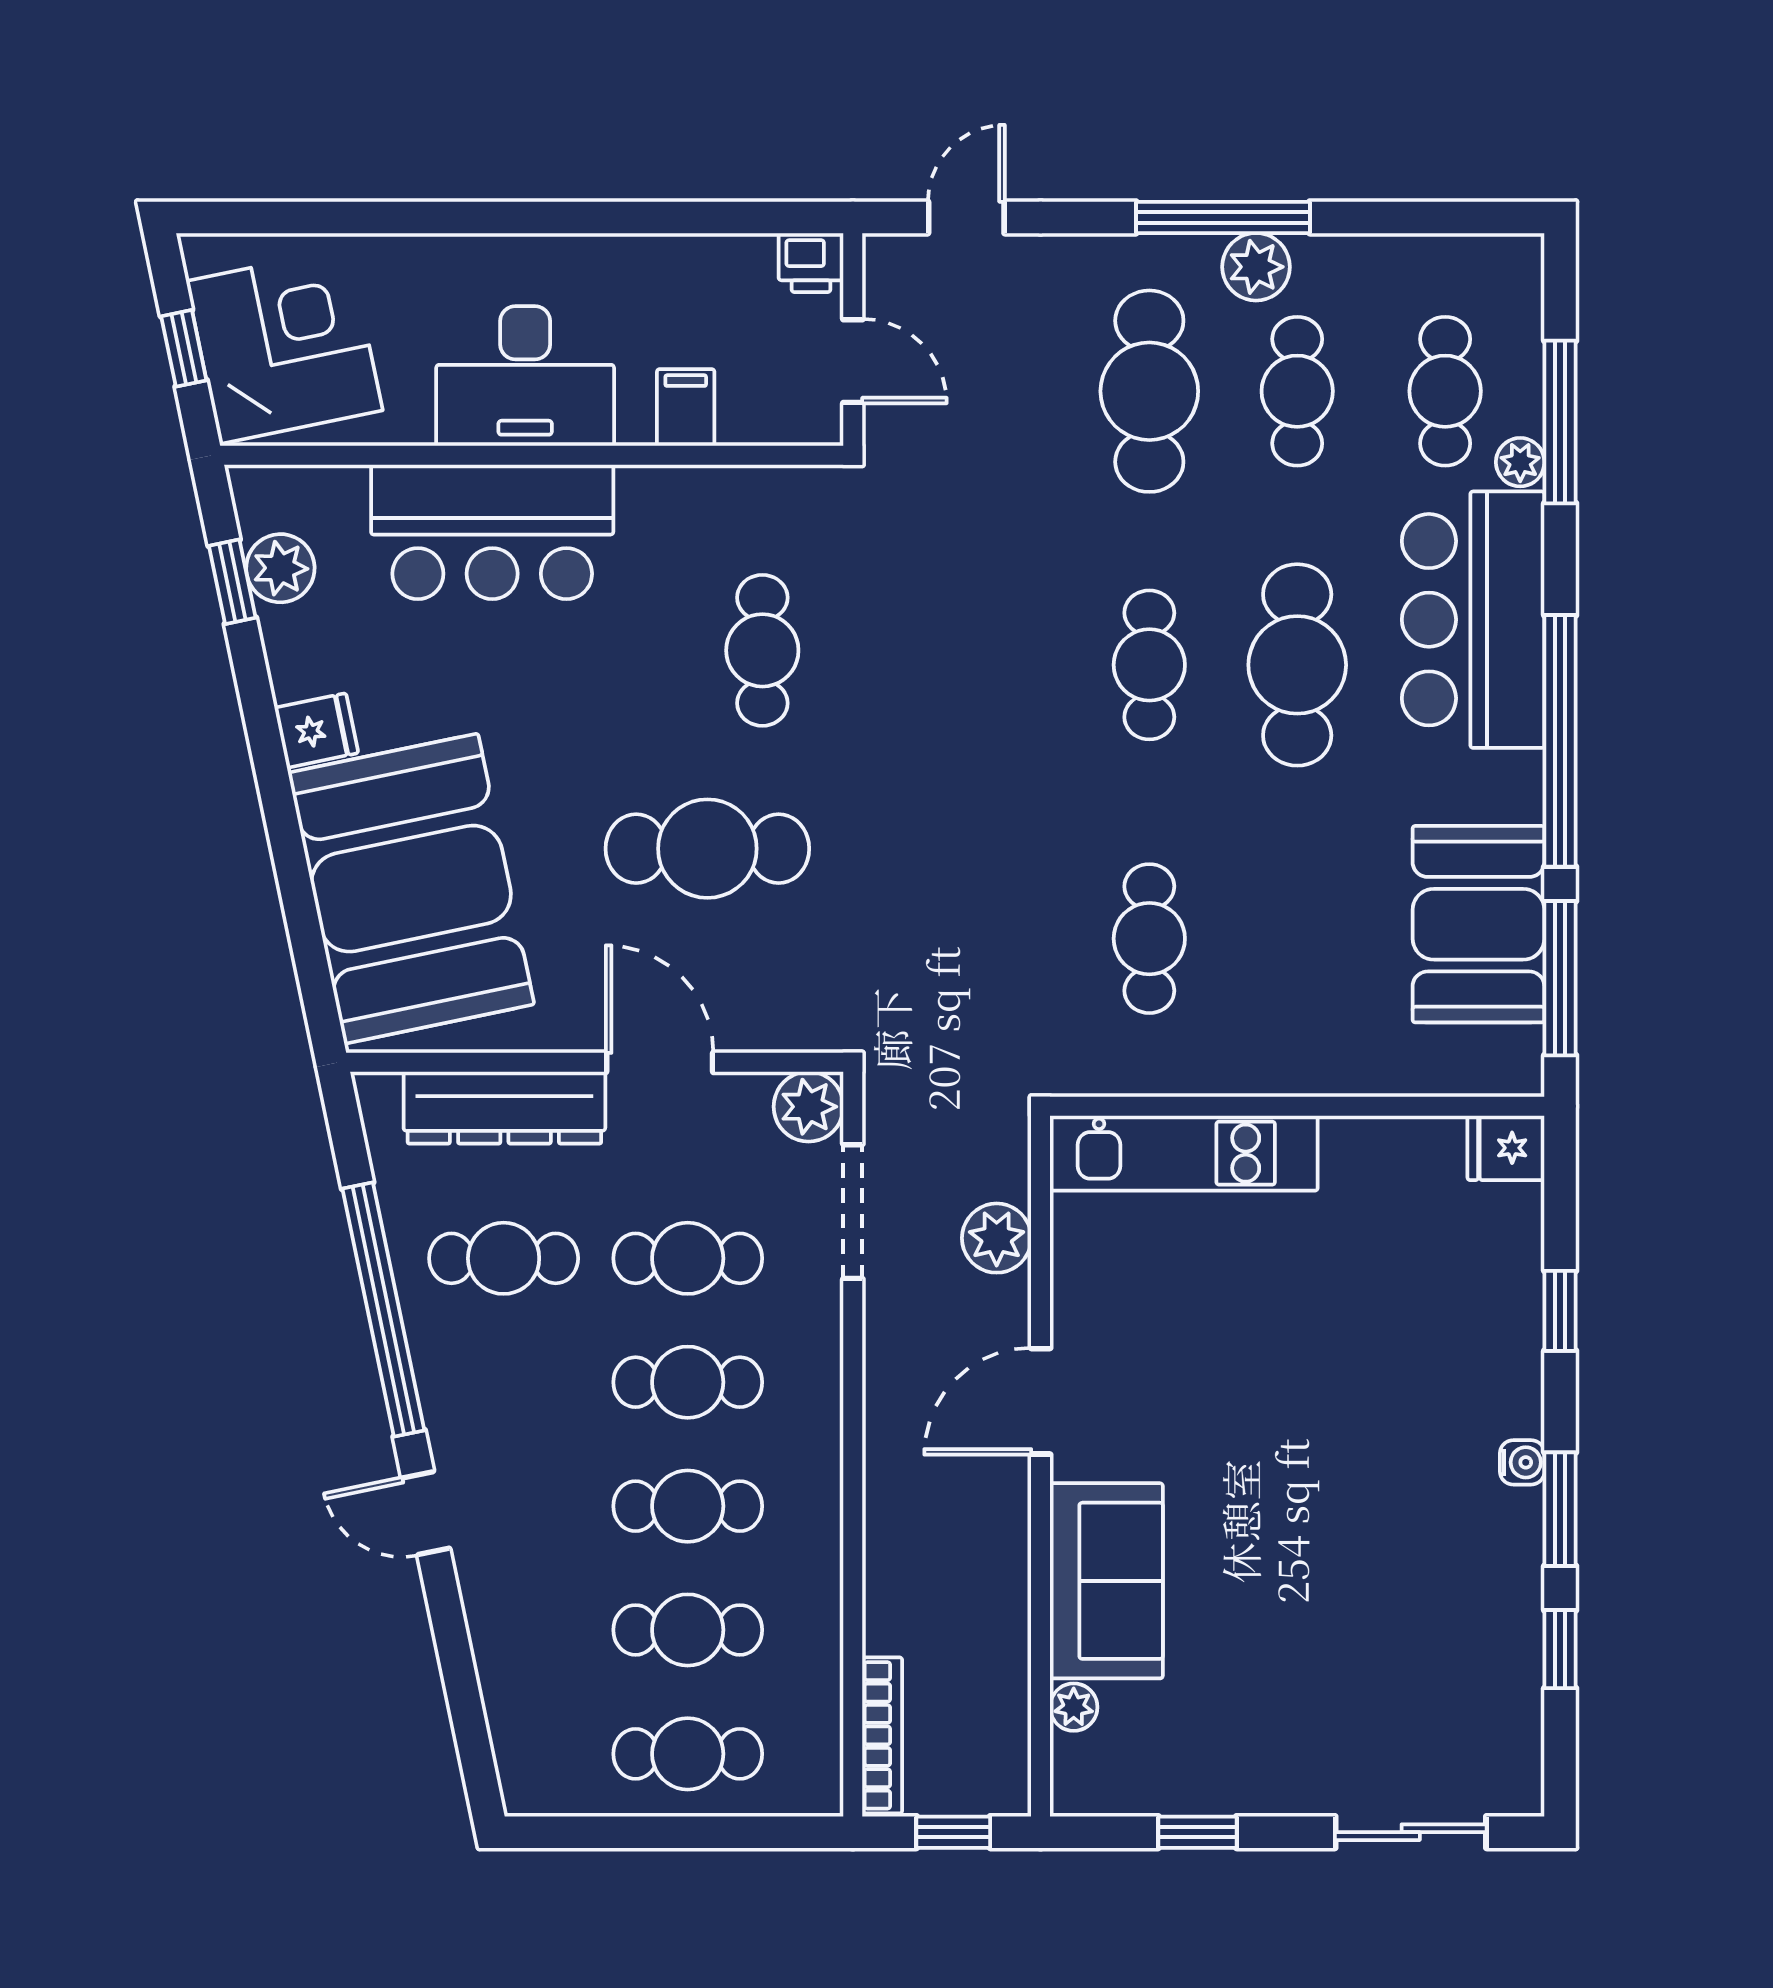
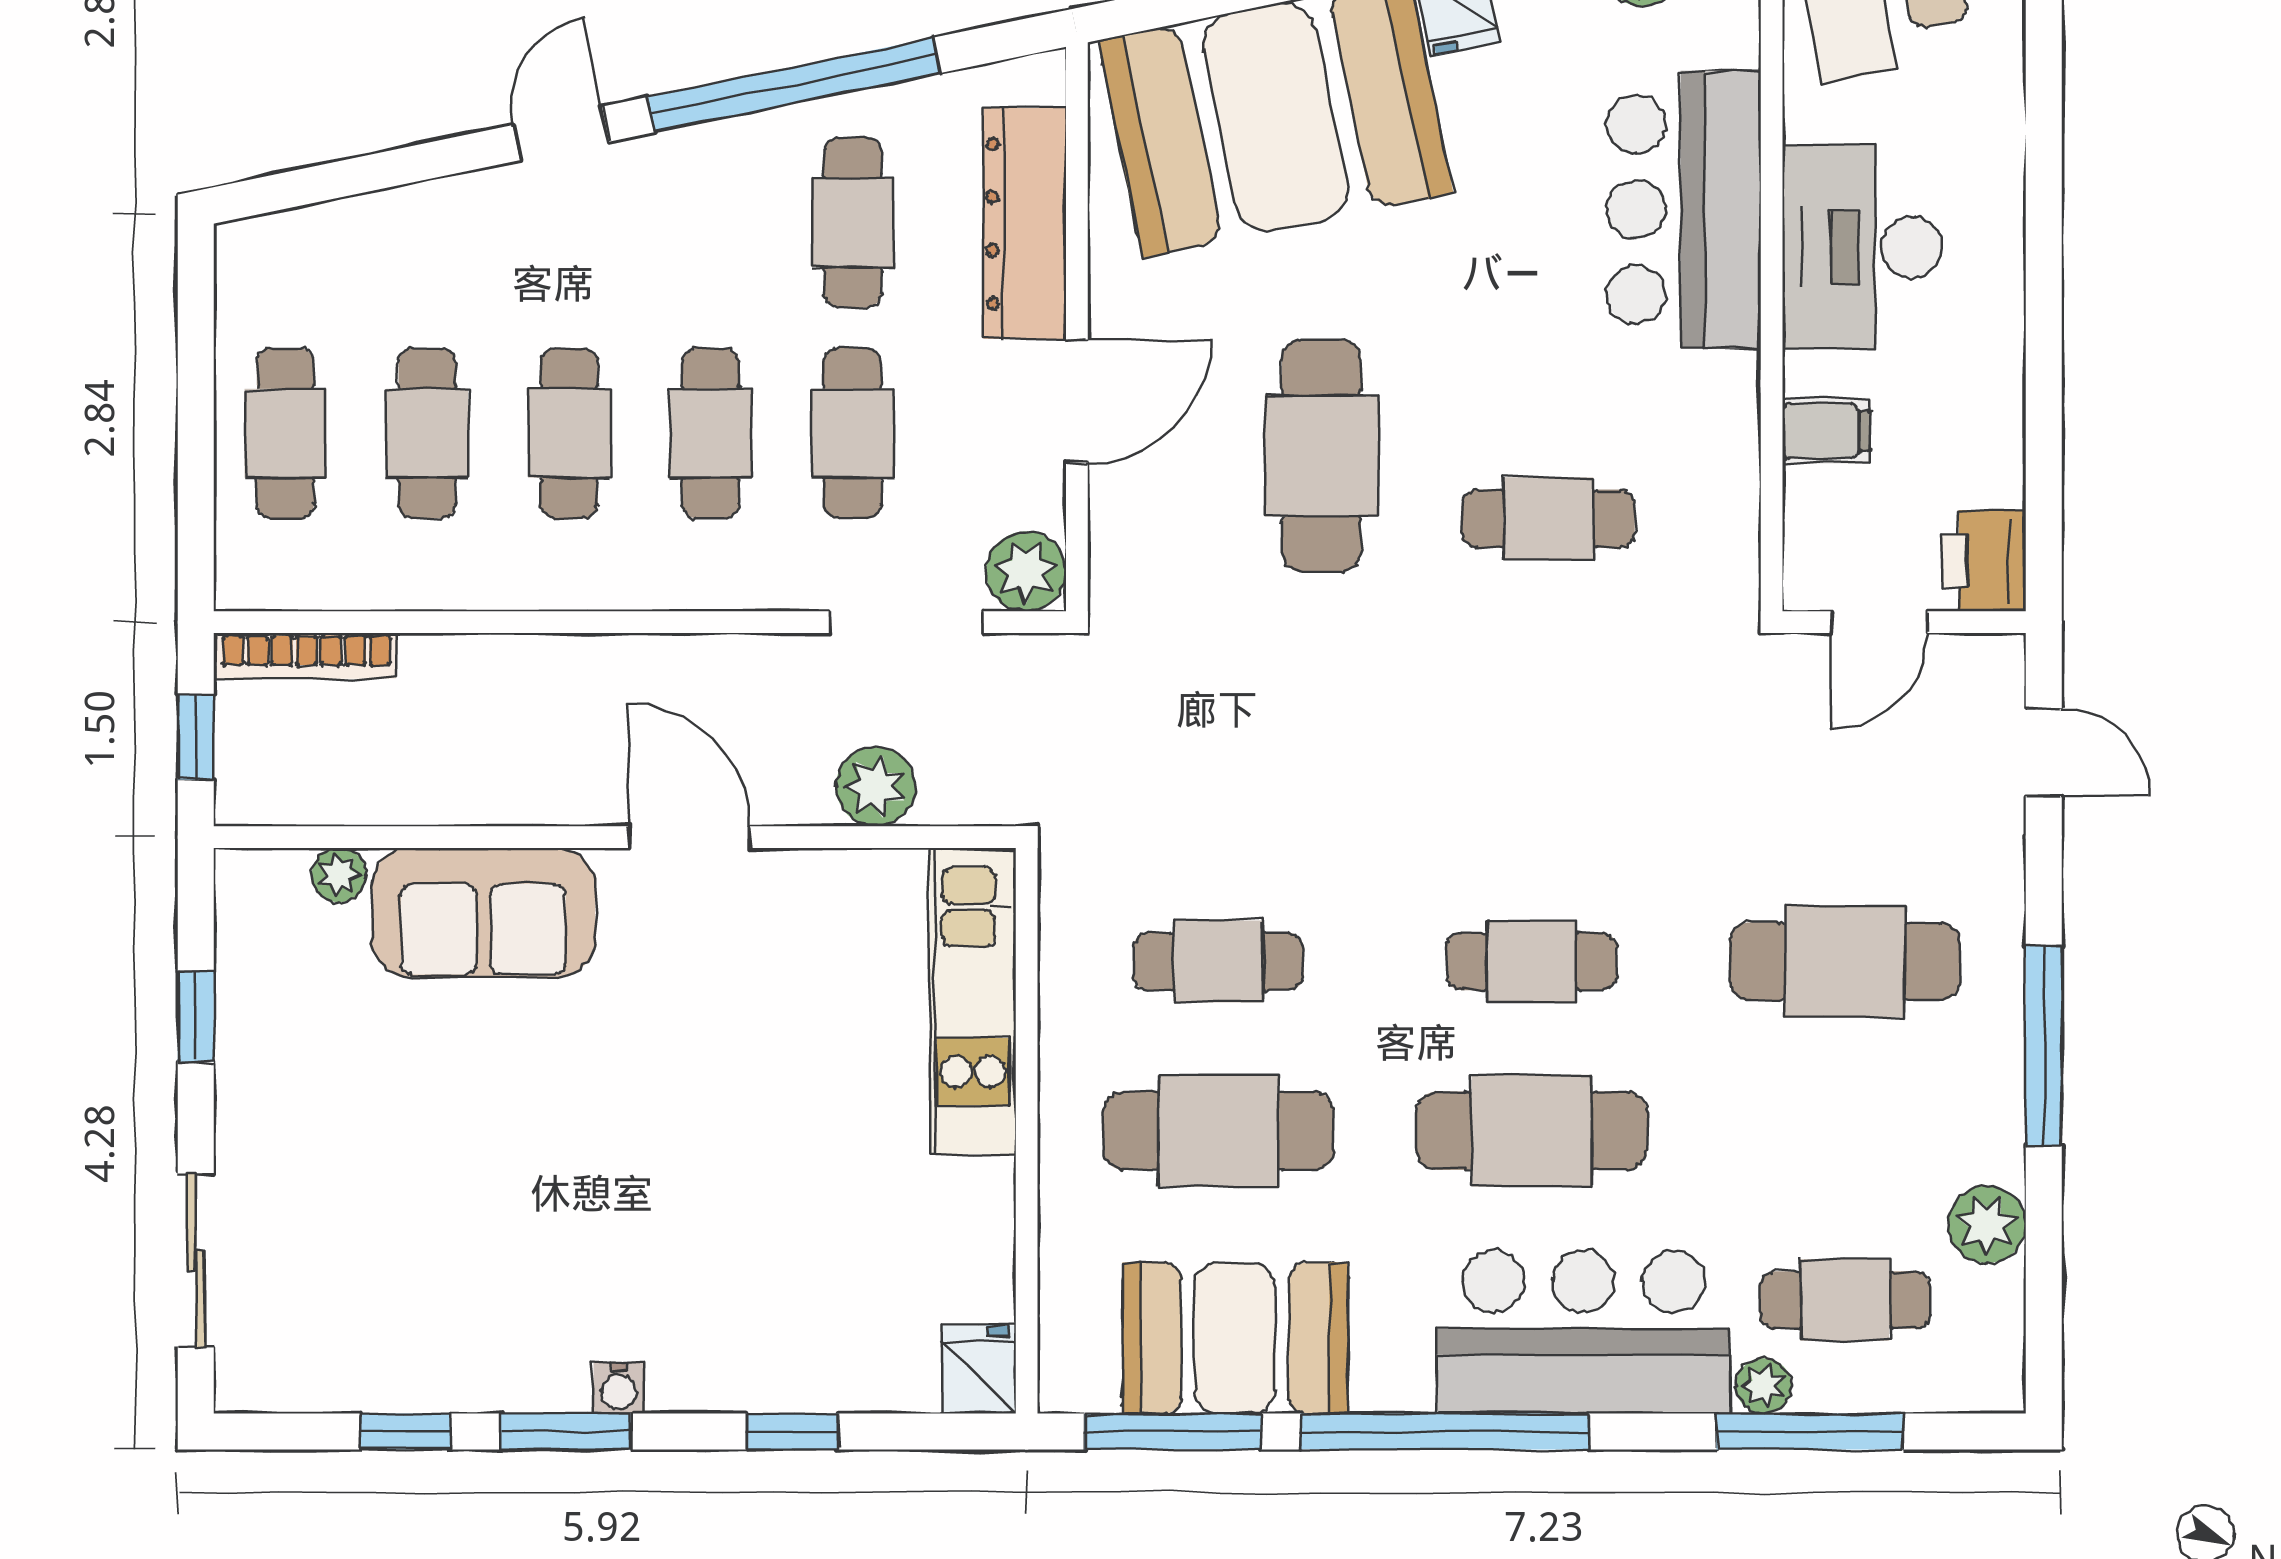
printer: (811, 263) -> (1984, 561), width x1.36, depth x1.24
plant: (1256, 267) -> (1987, 1224), moved
cafe table: (1297, 391) -> (1218, 1131), moved, width x1.37, depth x1.35

